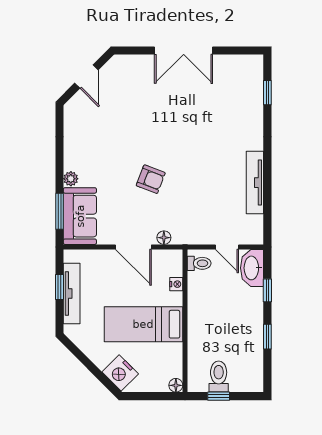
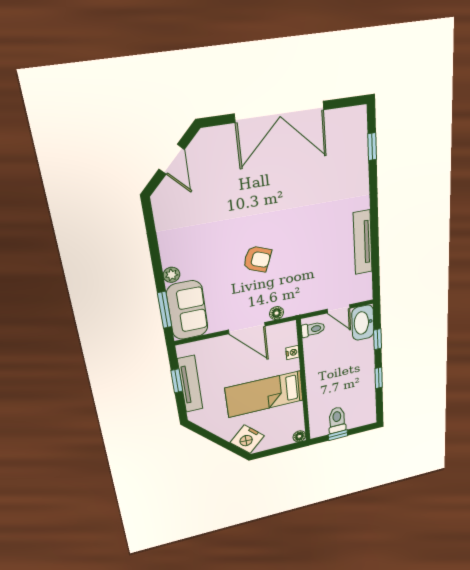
double door: (184, 50) -> (280, 112), width x1.36

